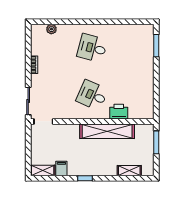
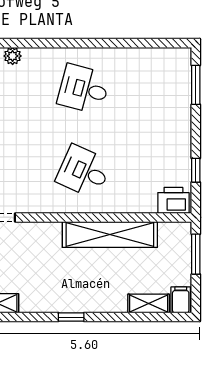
window: (156, 94) -> (196, 170), added
printer: (119, 112) -> (173, 200), moved
filing cabinet: (61, 169) -> (181, 300), moved

